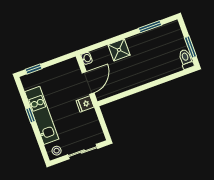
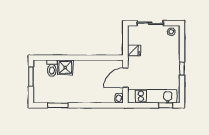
shower: (119, 50) -> (65, 67), moved
toilet: (186, 59) -> (52, 68), moved
fridge: (85, 104) -> (134, 50), moved
kitchen unit: (42, 115) -> (152, 96), moved, turned 90

